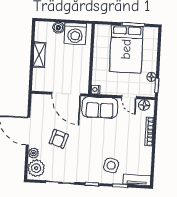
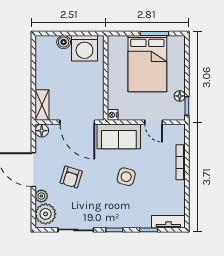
shelving: (39, 55) -> (42, 105), moved
floor lamp: (144, 105) -> (42, 131), moved
side table: (111, 165) -> (126, 177), moved

